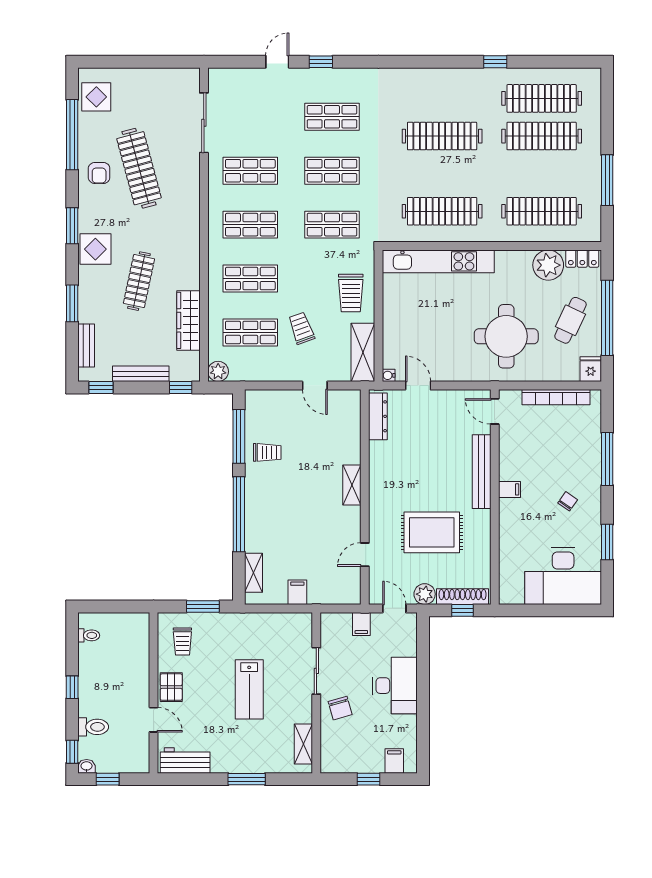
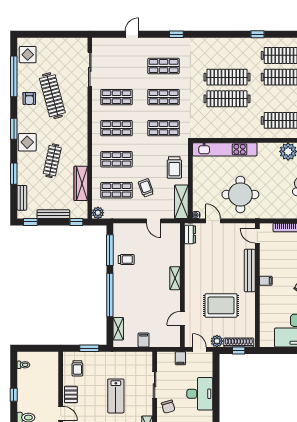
window: (321, 62) -> (176, 34), moved
clothes rail: (442, 211) -> (227, 99), moved
round table: (506, 336) -> (240, 194), moved
dresser: (378, 416) -> (190, 234), width x0.70

